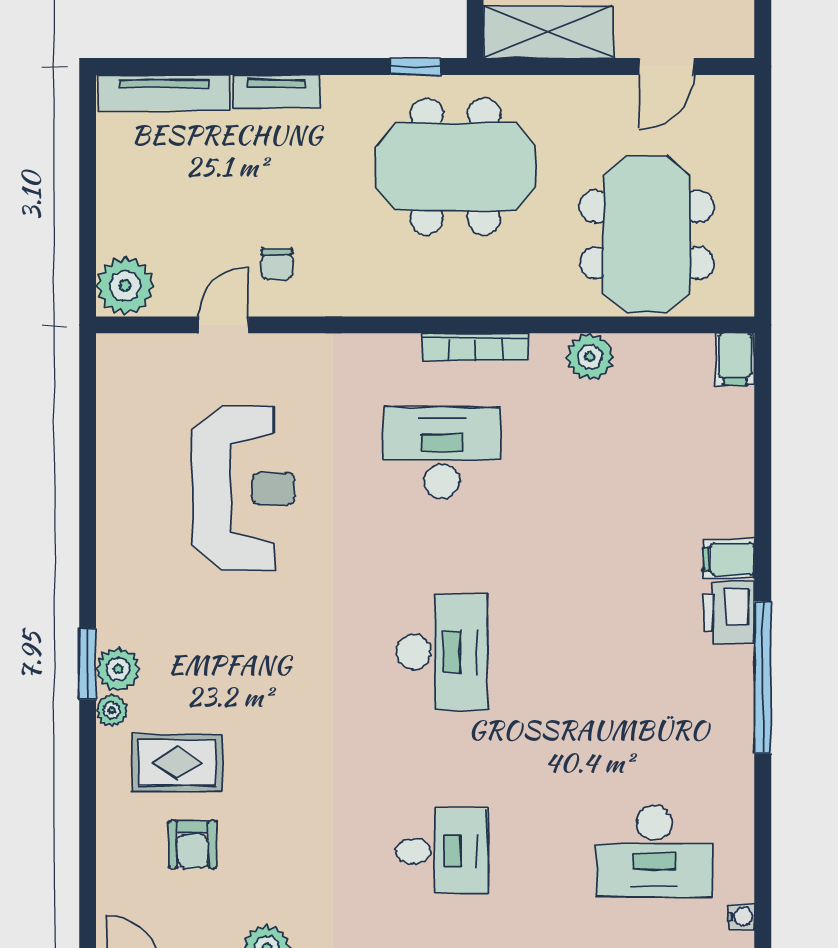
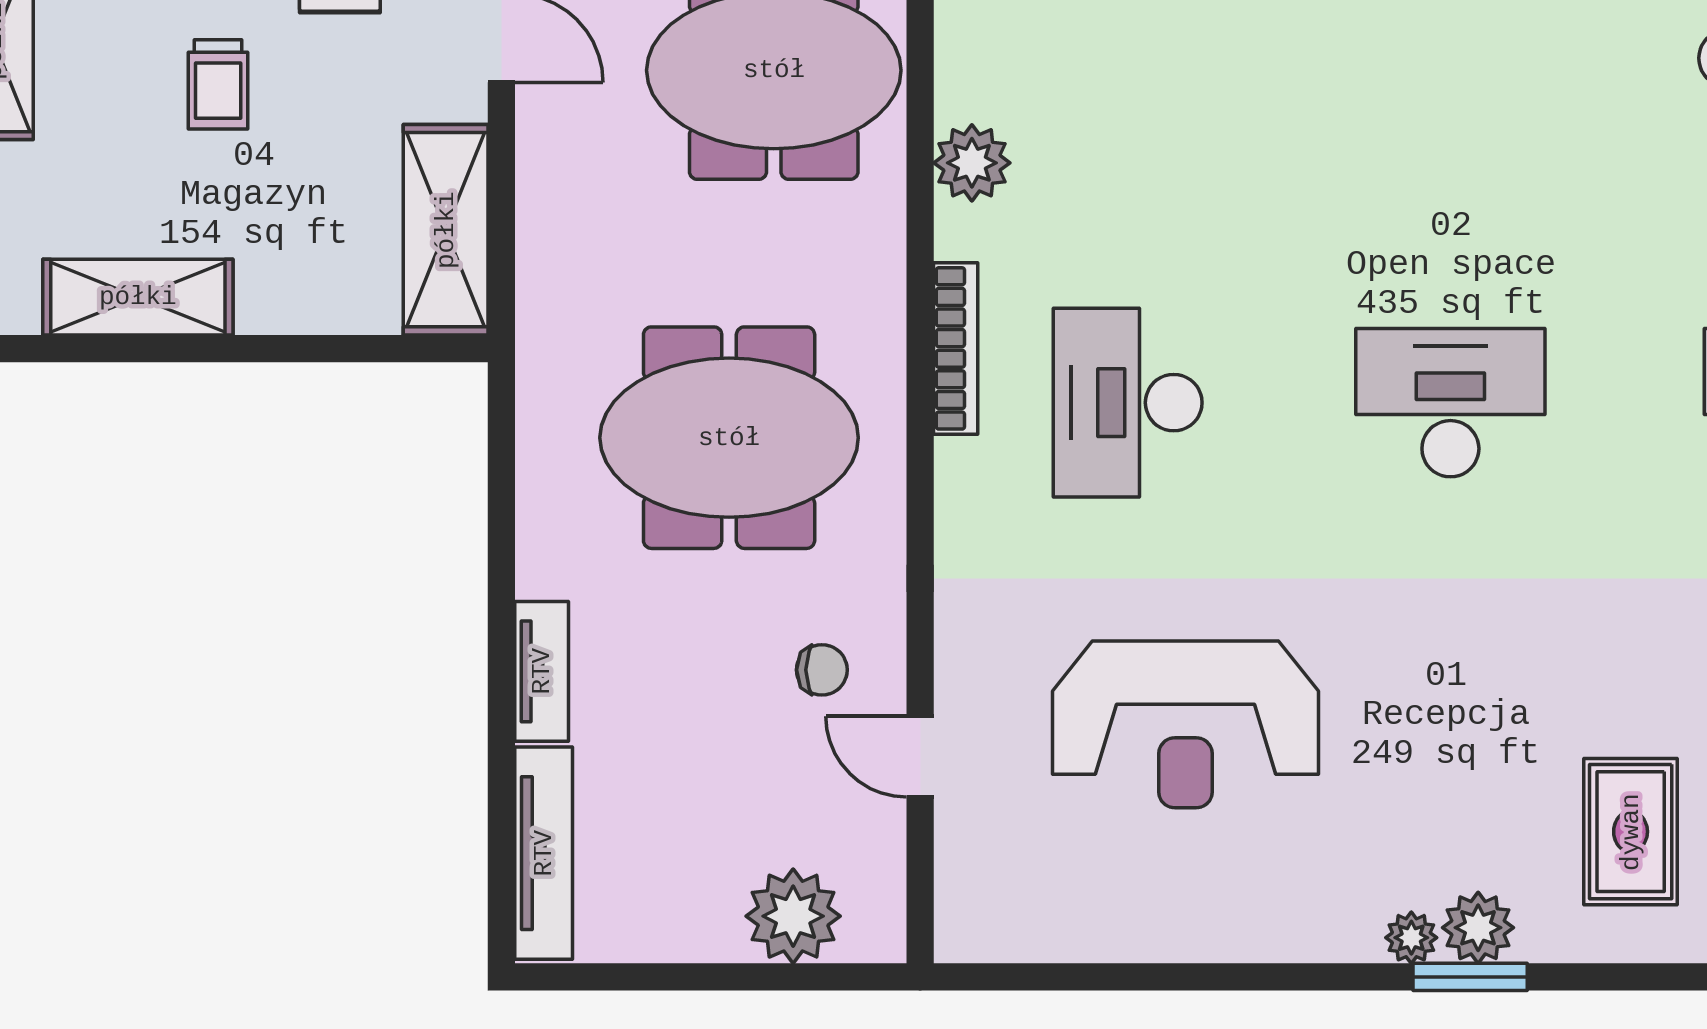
window: (416, 66) -> (501, 445), removed
meeting table: (455, 167) -> (729, 438), moved, turned 90
plant: (125, 286) -> (793, 916), moved
reception desk: (243, 489) -> (1185, 724), turned 180
plant: (112, 710) -> (1411, 938), moved

